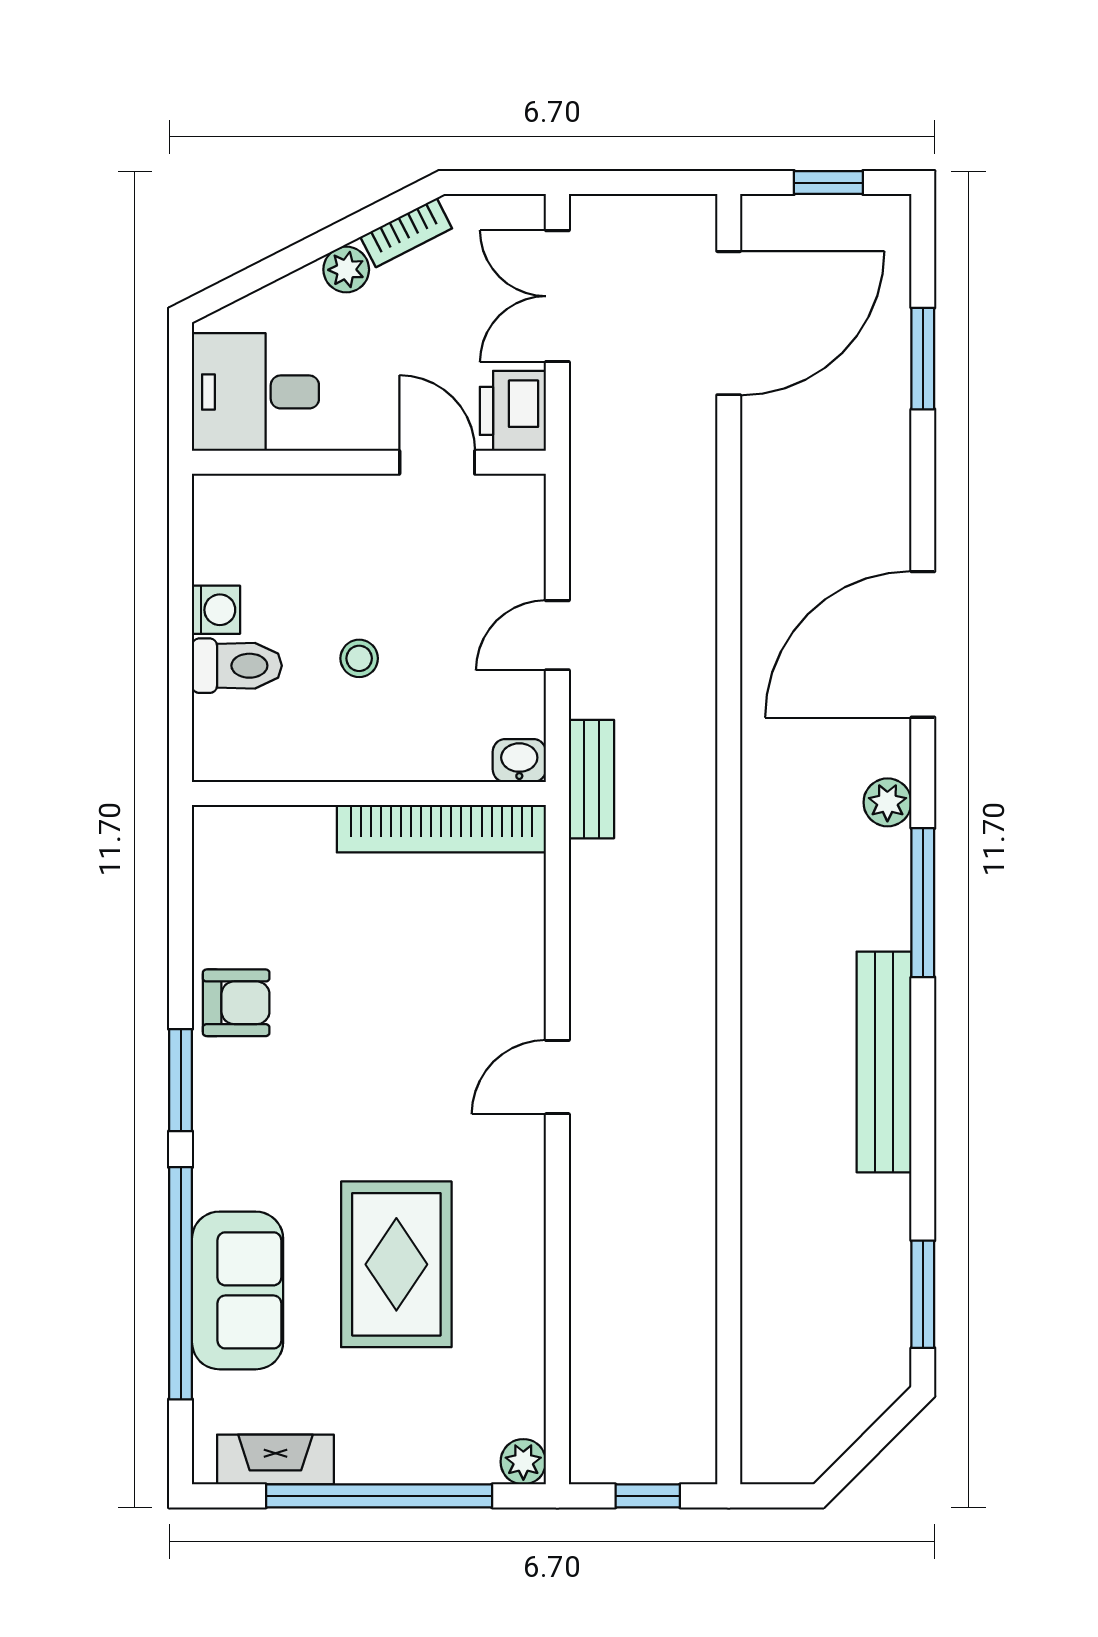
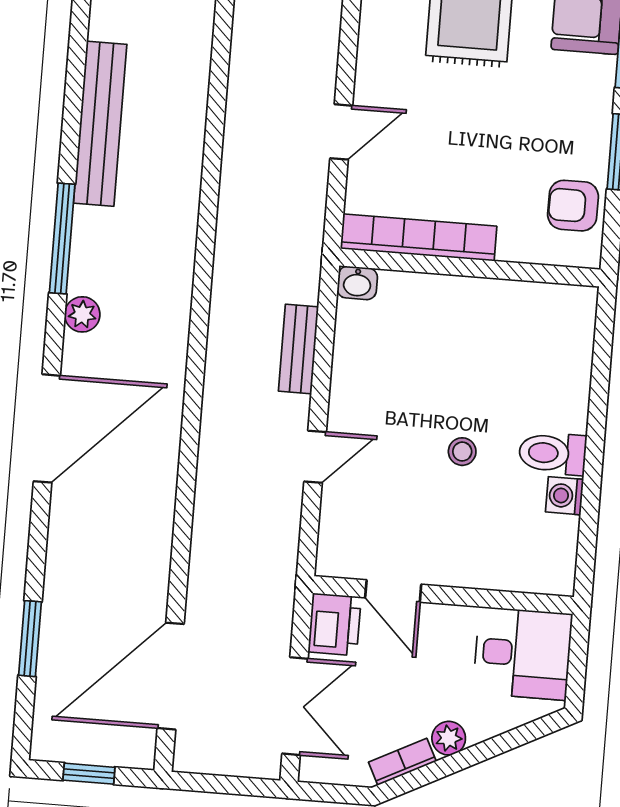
washbasin: (519, 761) -> (357, 283), moved
wall: (369, 793) -> (470, 268), moved
bookcase: (441, 829) -> (419, 237), moved

